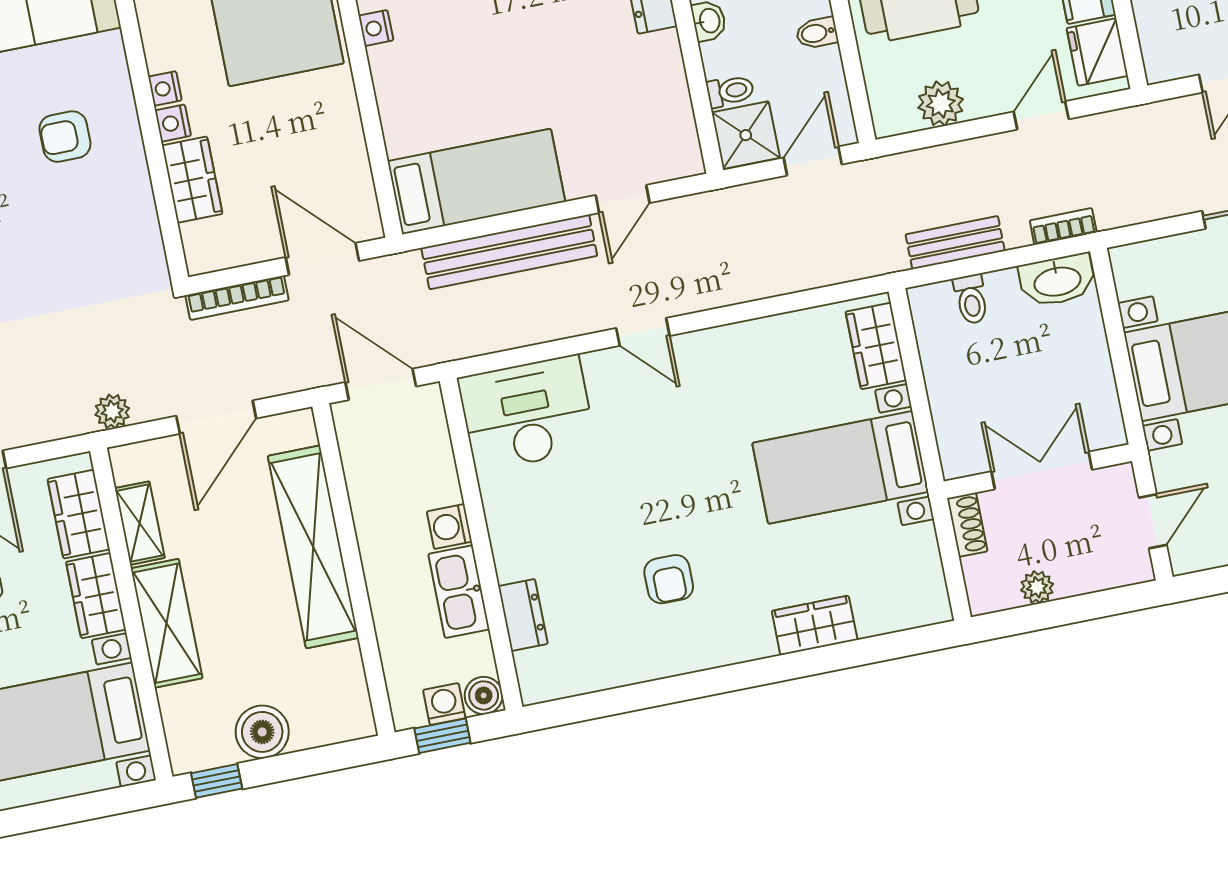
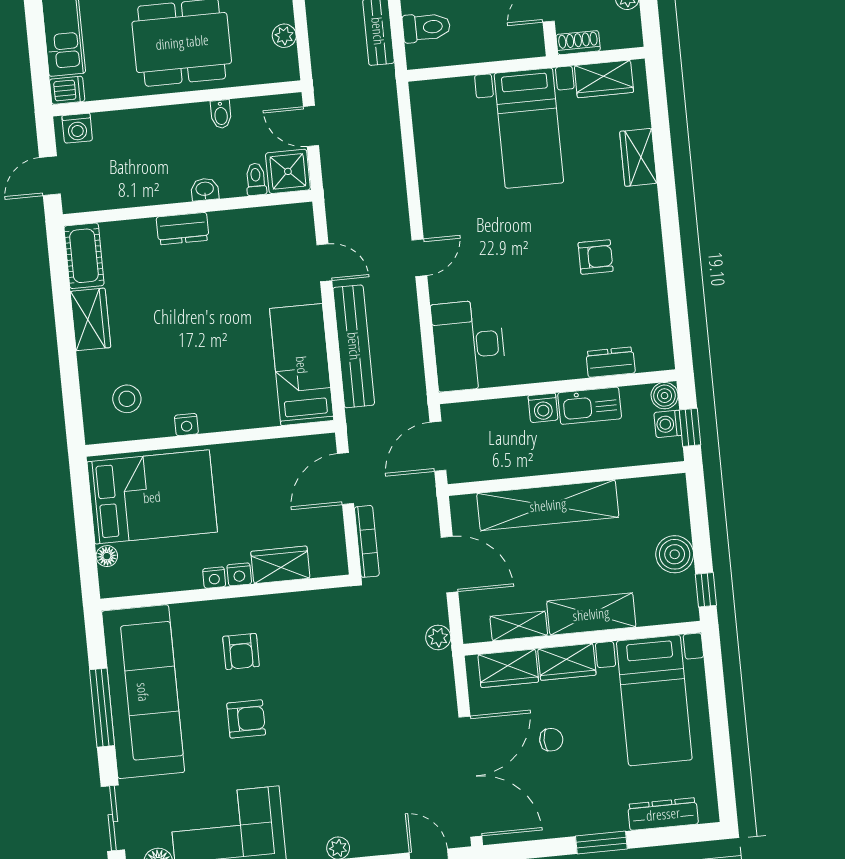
plant: (941, 103) -> (284, 36), width x0.73, depth x0.73
toilet: (971, 299) -> (426, 27), width x1.37, depth x1.39
wardrobe: (876, 346) -> (604, 79), moved

